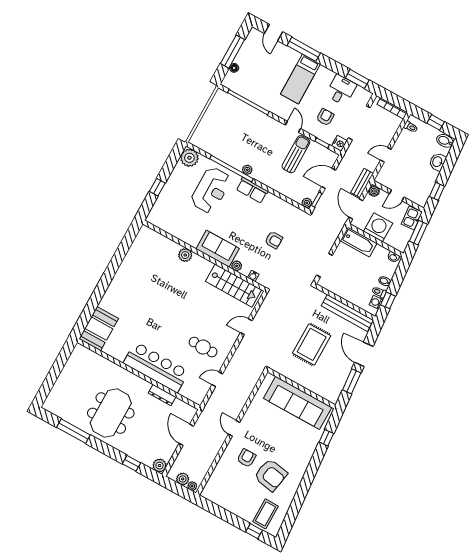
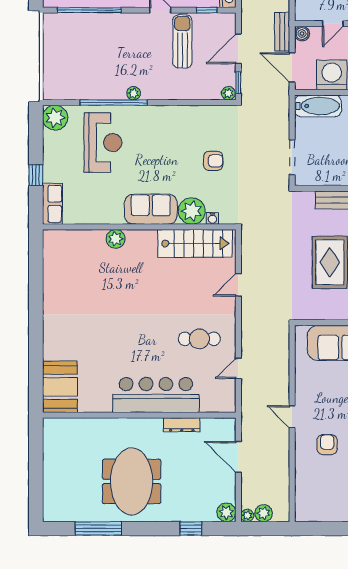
row of seats: (252, 190) -> (52, 204), moved, turned -90
plant: (237, 266) -> (192, 211), width x1.88, depth x1.88
plant: (192, 486) -> (247, 515), moved

